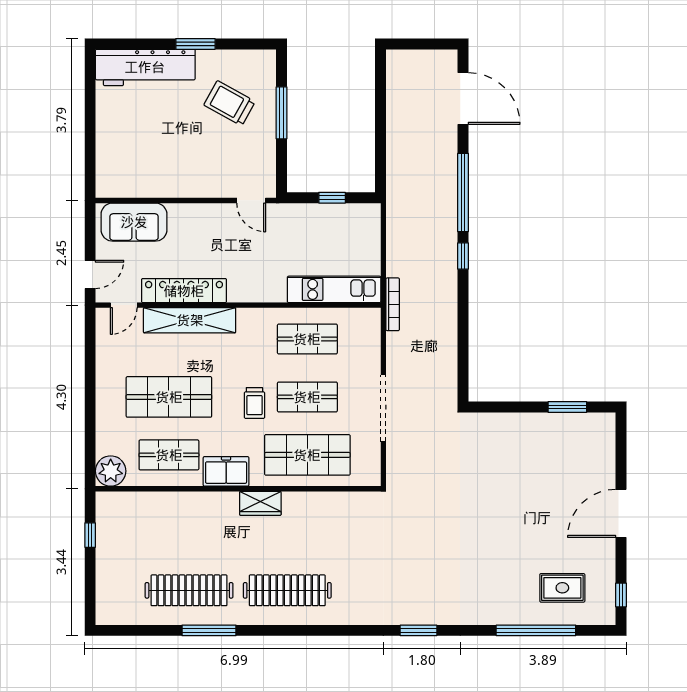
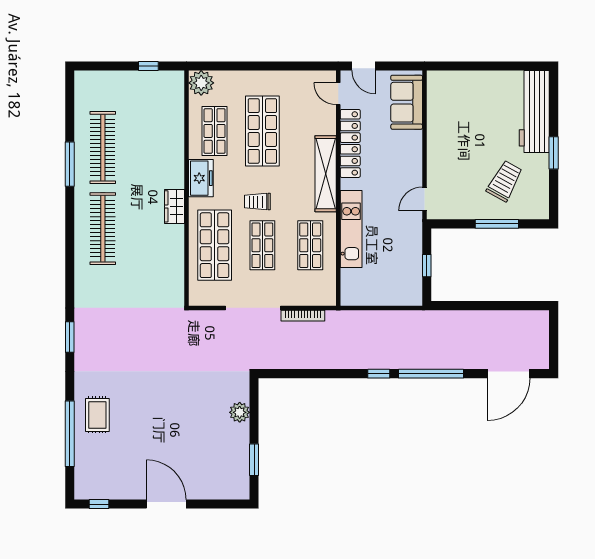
kitchen unit: (334, 289) -> (351, 229), moved
bookcase: (393, 304) -> (303, 316), moved
shelving: (190, 320) -> (326, 174), moved
plant: (510, 425) -> (240, 412), added
rug: (562, 588) -> (97, 415), moved

